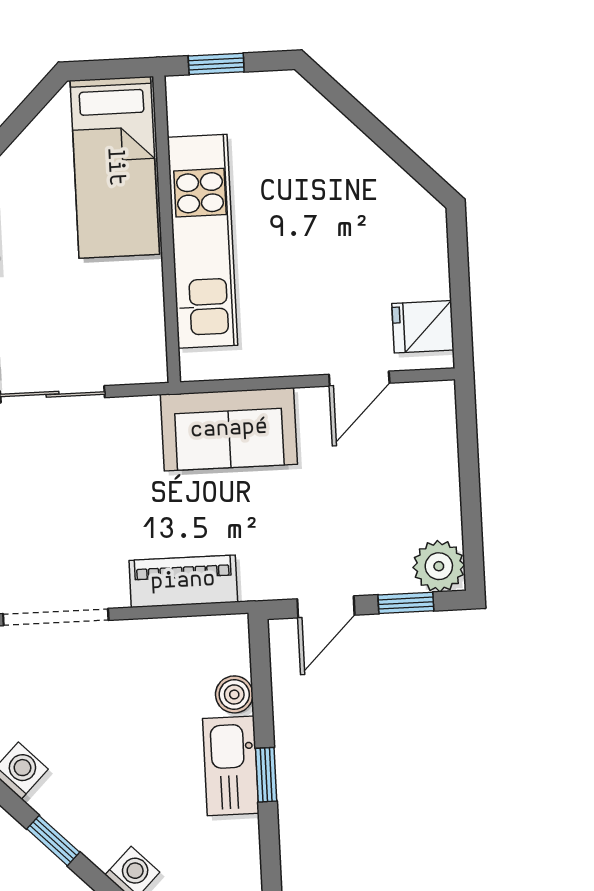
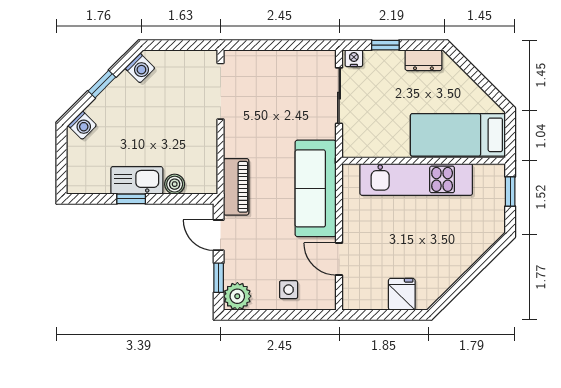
fridge: (423, 327) -> (402, 294), moved
sofa: (229, 429) -> (316, 188), width x1.36
side table: (422, 470) -> (289, 290), added
piano: (183, 581) -> (236, 187), moved

